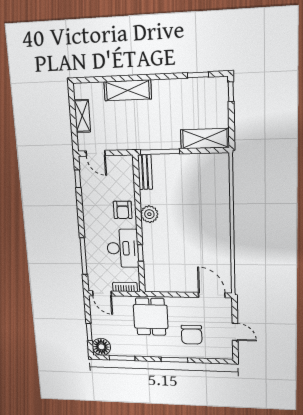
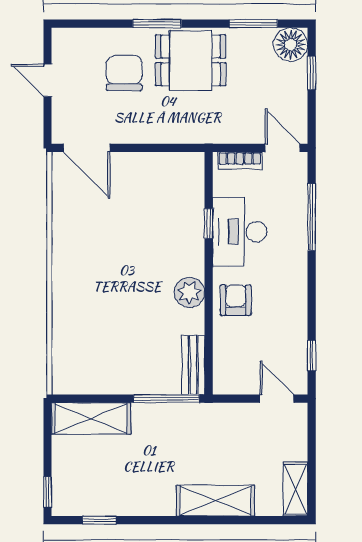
shelving: (82, 116) -> (295, 489), moved
dining table: (151, 317) -> (191, 60), moved, turned 90

